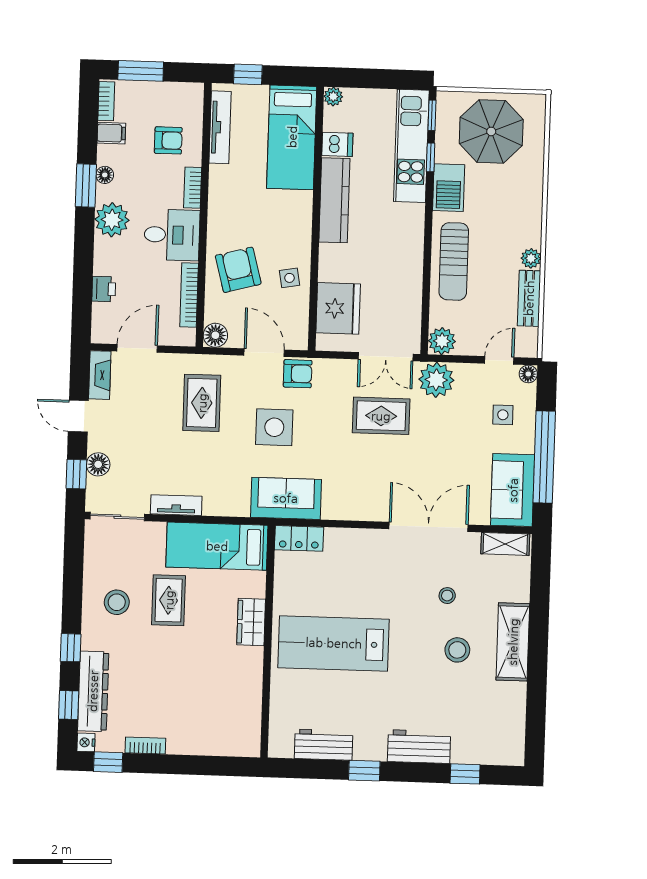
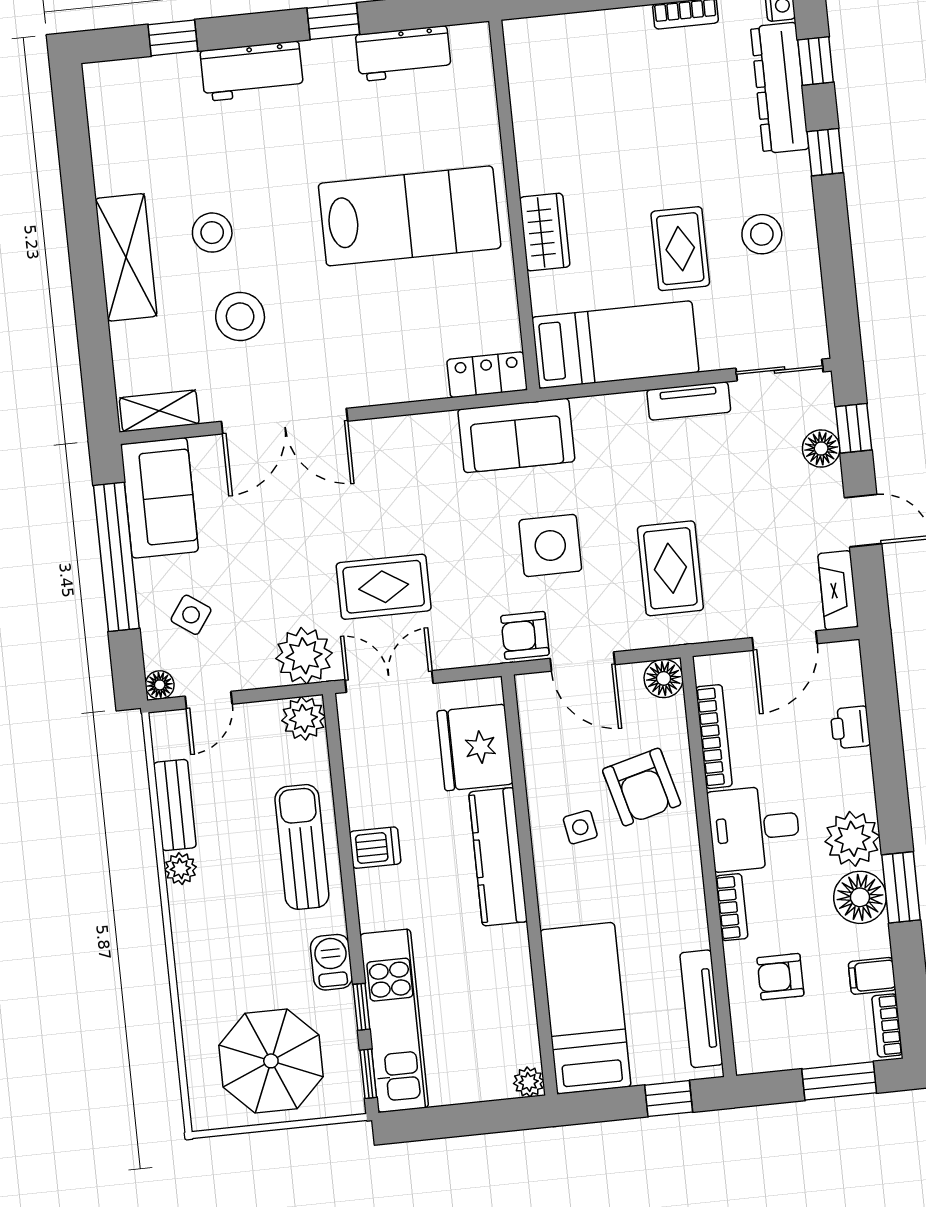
dishwasher: (337, 144) -> (375, 848), moved, turned 180
floor lamp: (105, 175) -> (860, 897), width x1.89, depth x1.89
barbecue: (449, 188) -> (331, 962), width x0.73, depth x0.79
kitchen counter: (334, 200) -> (498, 857), moved
side table: (290, 278) -> (580, 827), moved
side table: (503, 415) -> (191, 615), turned 35
stool: (447, 596) -> (240, 317), width x1.89, depth x1.89

